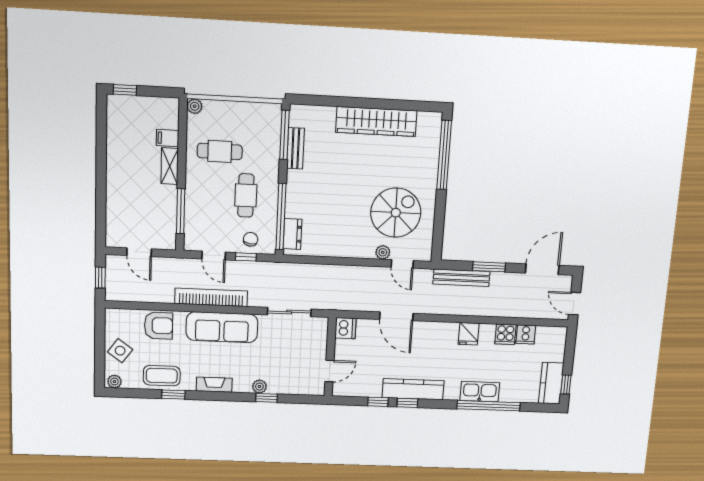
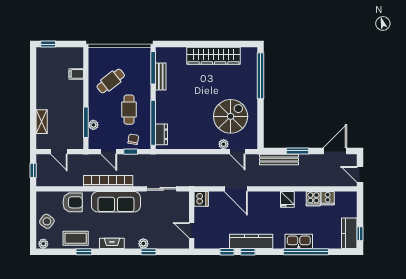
plant: (195, 106) -> (93, 125), moved
cafe table: (220, 151) -> (111, 81), turned -38
shelving: (170, 166) -> (42, 122), moved
door: (329, 371) -> (192, 230), swing flipped

